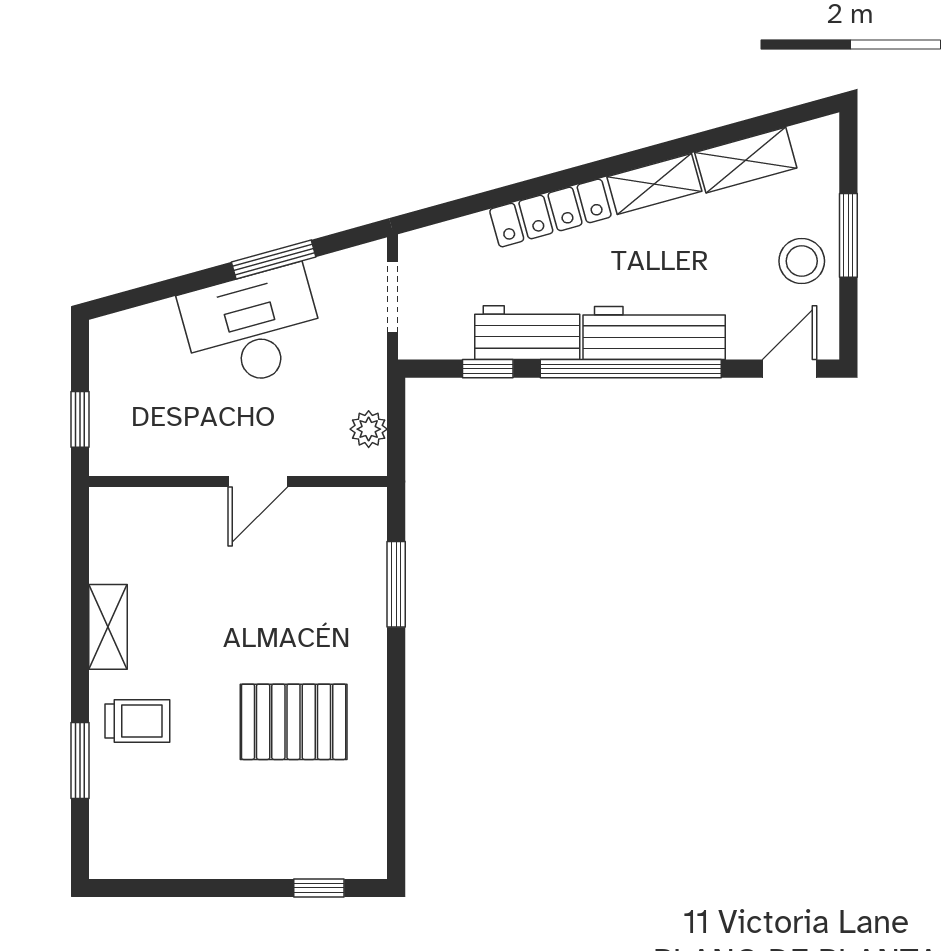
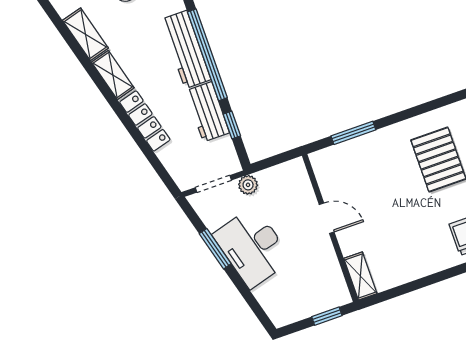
plant: (369, 429) -> (248, 185), moved
shelving: (108, 627) -> (360, 276), moved, turned 90

